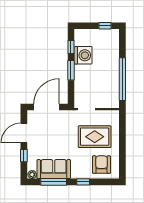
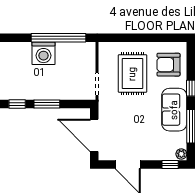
washing machine: (83, 55) -> (43, 53), moved, turned 180
window: (24, 156) -> (170, 165), moved
sofa: (54, 169) -> (174, 110), moved

